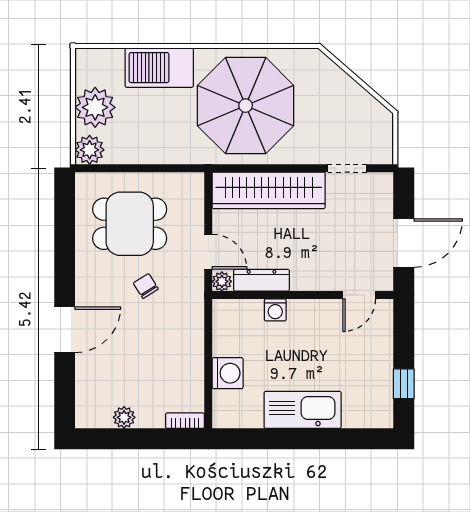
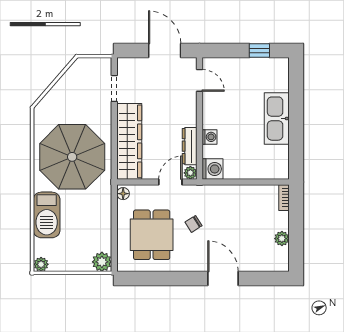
plant: (95, 107) -> (41, 264), moved, width x0.53, depth x0.53
floor lamp: (191, 181) -> (123, 194), added
washing machine: (228, 373) -> (213, 169), moved, turned 90

